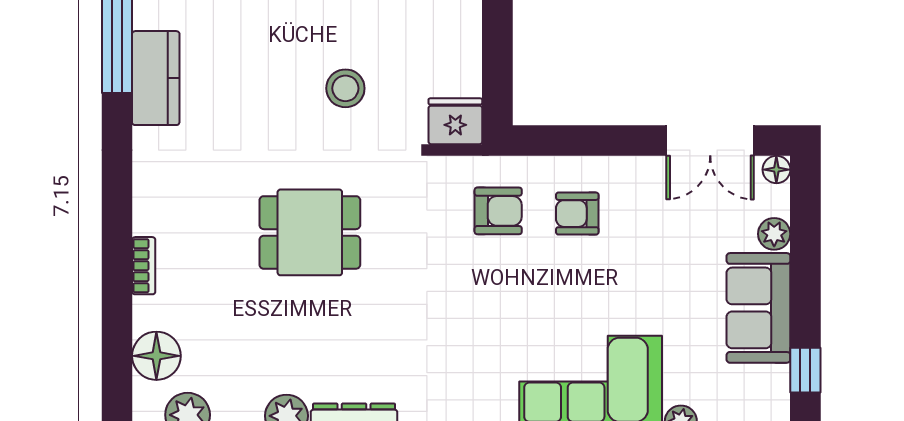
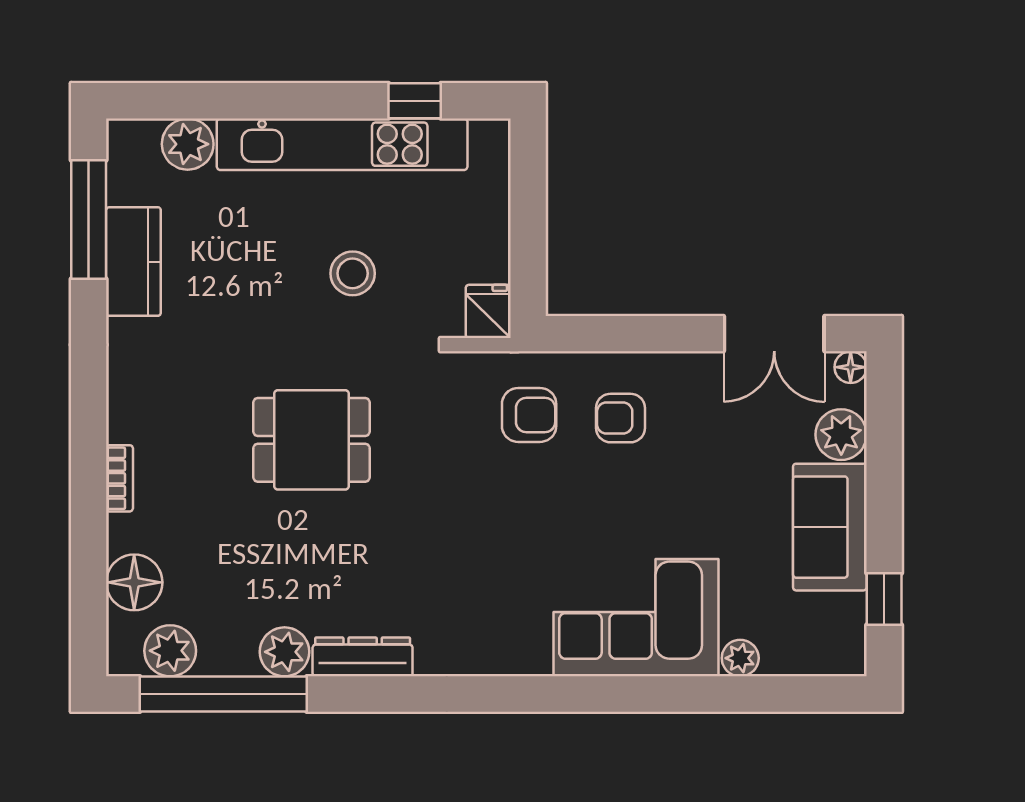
fridge: (455, 121) -> (488, 311), width x0.72
plant: (774, 234) -> (841, 435), width x1.38, depth x1.38

